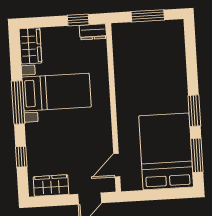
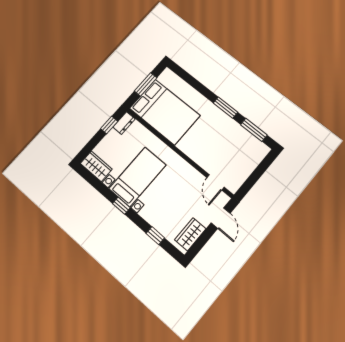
window: (18, 103) -> (121, 206), width x0.46
bed: (166, 151) -> (165, 112), moved, turned 180

